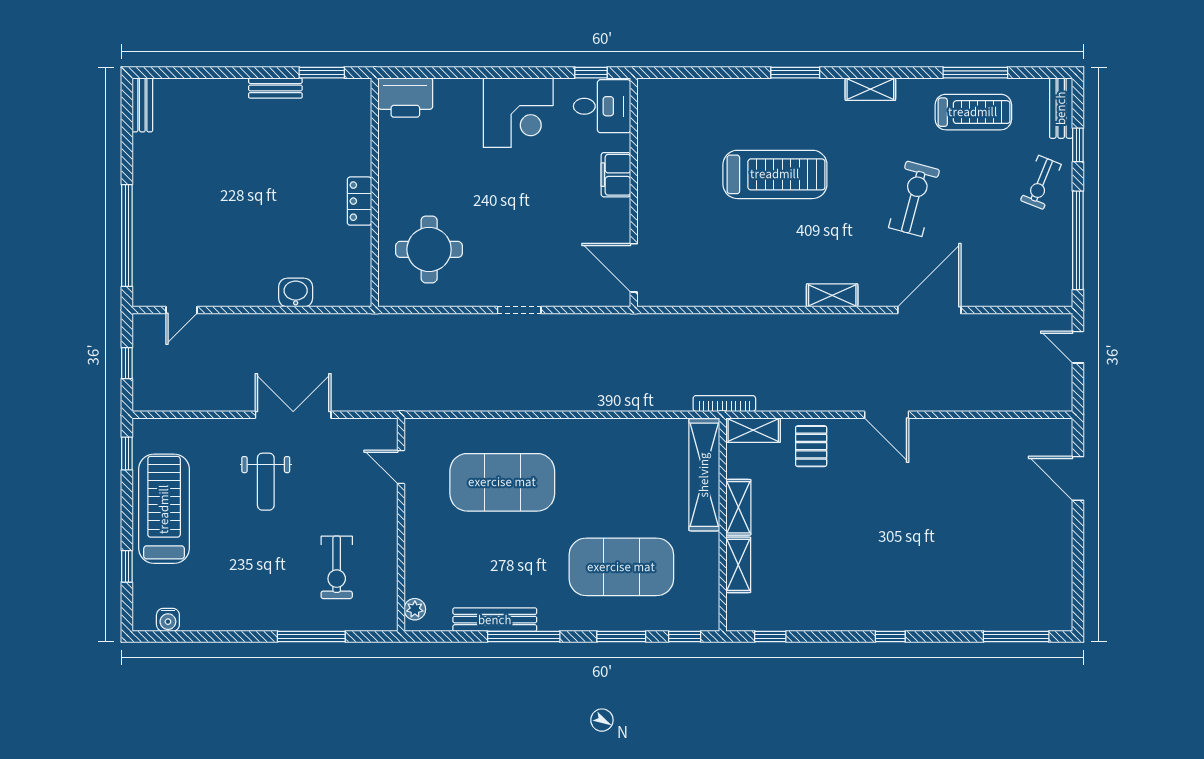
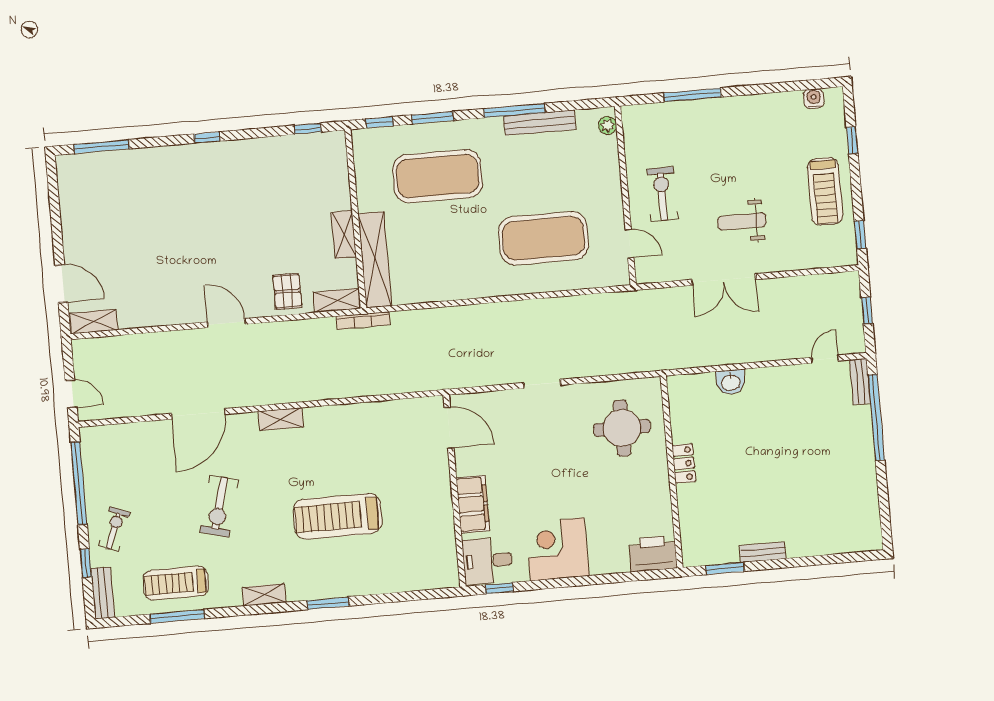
bench: (142, 105) -> (860, 382), moved
filing cabinet: (616, 175) -> (473, 504), width x1.50, depth x1.17
weight bench: (266, 482) -> (742, 221), turned -90
treadmill: (164, 509) -> (825, 191), width x0.73, depth x0.73
shelving: (738, 565) -> (94, 322), moved, turned 90
exercise bike: (337, 567) -> (662, 194), moved

